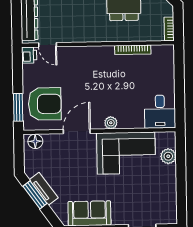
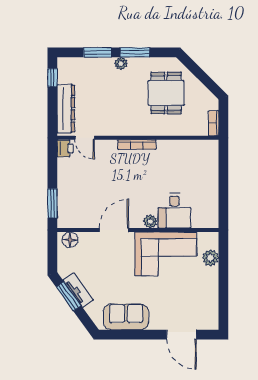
bookcase: (133, 50) -> (137, 145), moved
armchair: (45, 104) -> (81, 200), removed
desk: (160, 112) -> (174, 211), moved

